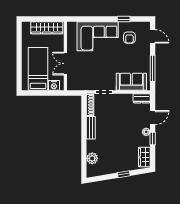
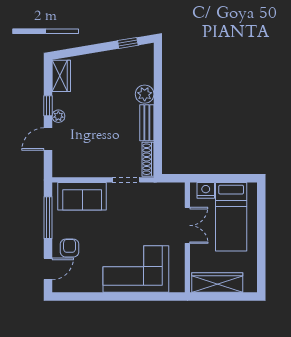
window: (124, 19) -> (94, 296), removed
door: (153, 36) -> (48, 269), swing flipped
armchair: (129, 38) -> (70, 248), moved
dresser: (142, 98) -> (66, 170), removed
plant: (92, 158) -> (145, 94), moved
window: (124, 174) -> (128, 43), moved

